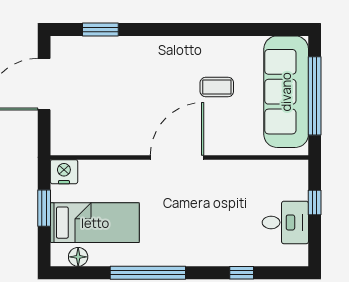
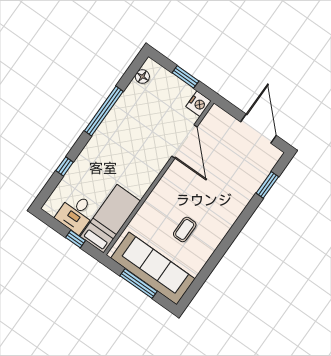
window: (315, 96) -> (138, 284), width x0.68
door: (177, 157) -> (185, 141), moved
bed: (95, 223) -> (110, 219), moved, turned 180

